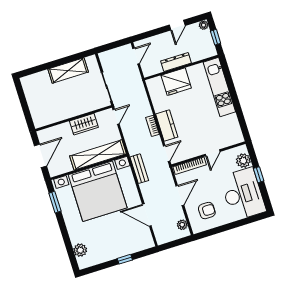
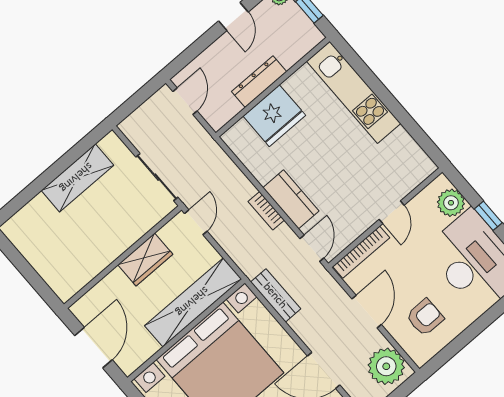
plant: (182, 225) -> (386, 366), width x1.88, depth x1.88

